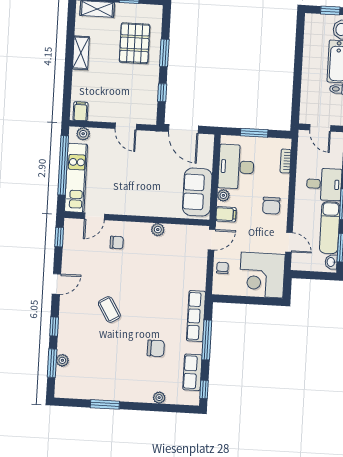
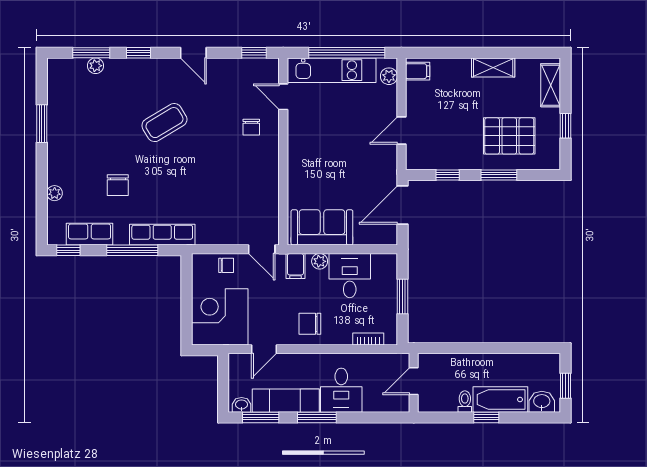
desk: (236, 167) -> (350, 276), width x0.73
plant: (158, 230) -> (271, 179), removed
coffee table: (109, 309) -> (164, 123), width x1.36, depth x1.30

